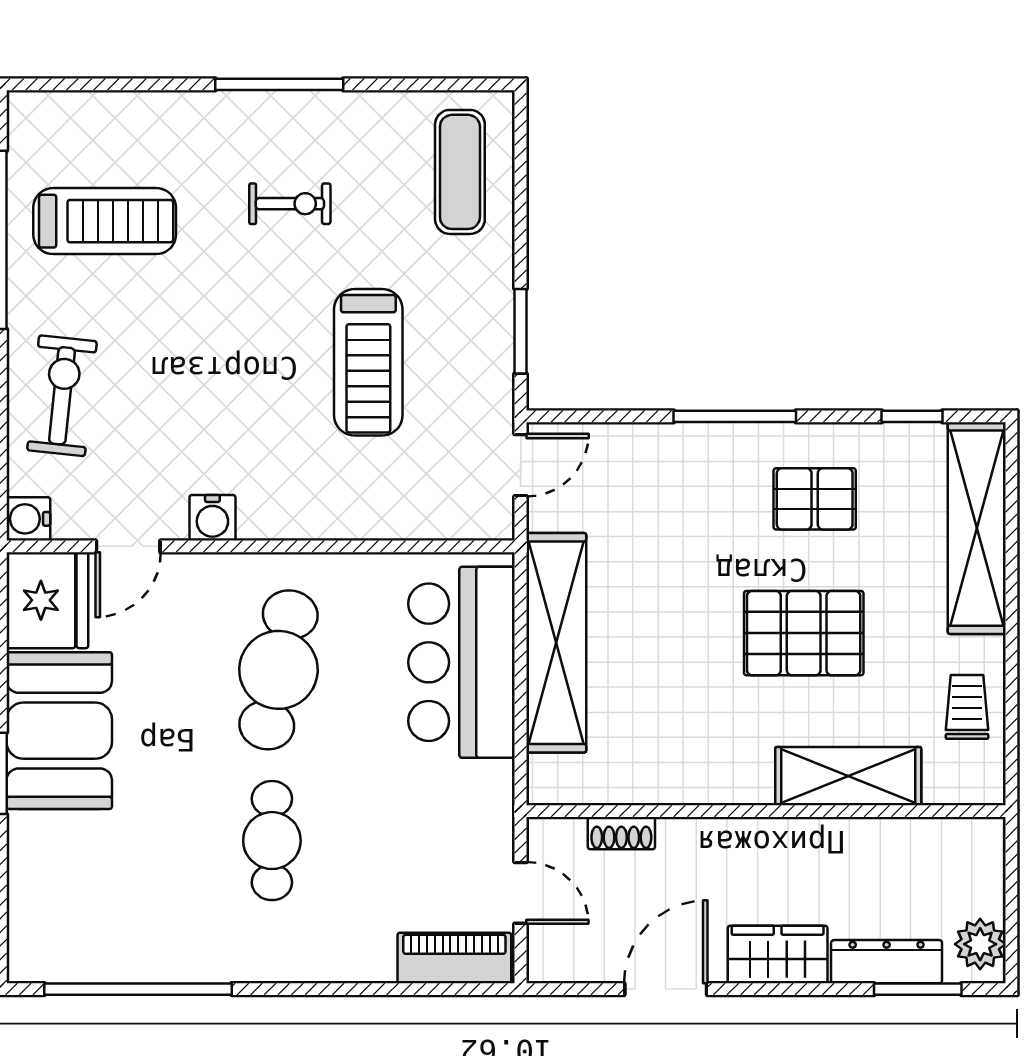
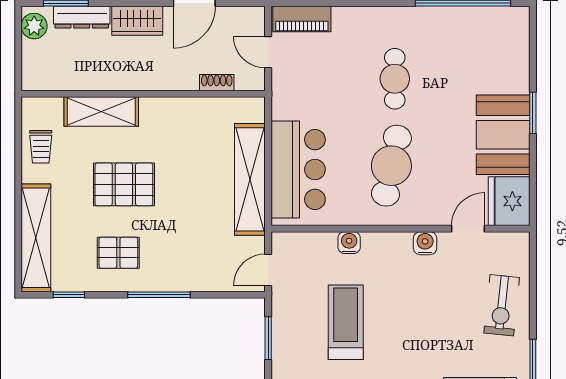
water cooler: (28, 519) -> (349, 243), moved, turned -90

